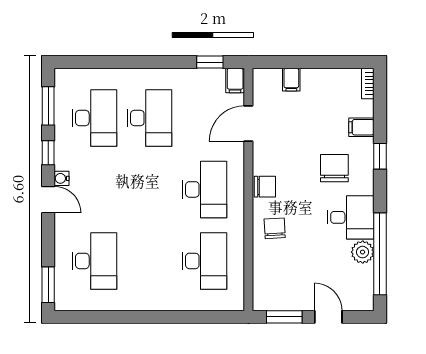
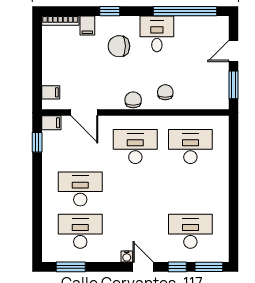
filing cabinet: (291, 80) -> (51, 92), moved
bookcase: (368, 83) -> (60, 21), width x1.56
window: (48, 153) -> (177, 267), moved
door: (48, 200) -> (143, 267), hinge flipped
chair: (275, 228) -> (165, 92), turned 93
plant: (363, 252) -> (184, 25), removed

